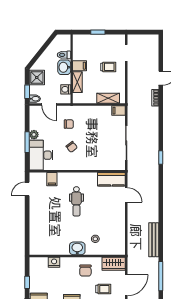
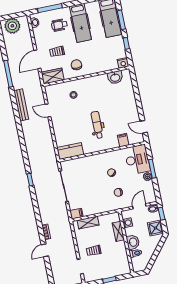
filing cabinet: (80, 66) -> (119, 246), removed
door: (49, 105) -> (139, 206), hinge flipped
door: (27, 189) -> (144, 127), swing flipped
door: (126, 195) -> (48, 111), moved
washbasin: (77, 248) -> (115, 77), moved
nightstand: (54, 262) -> (123, 63), moved

